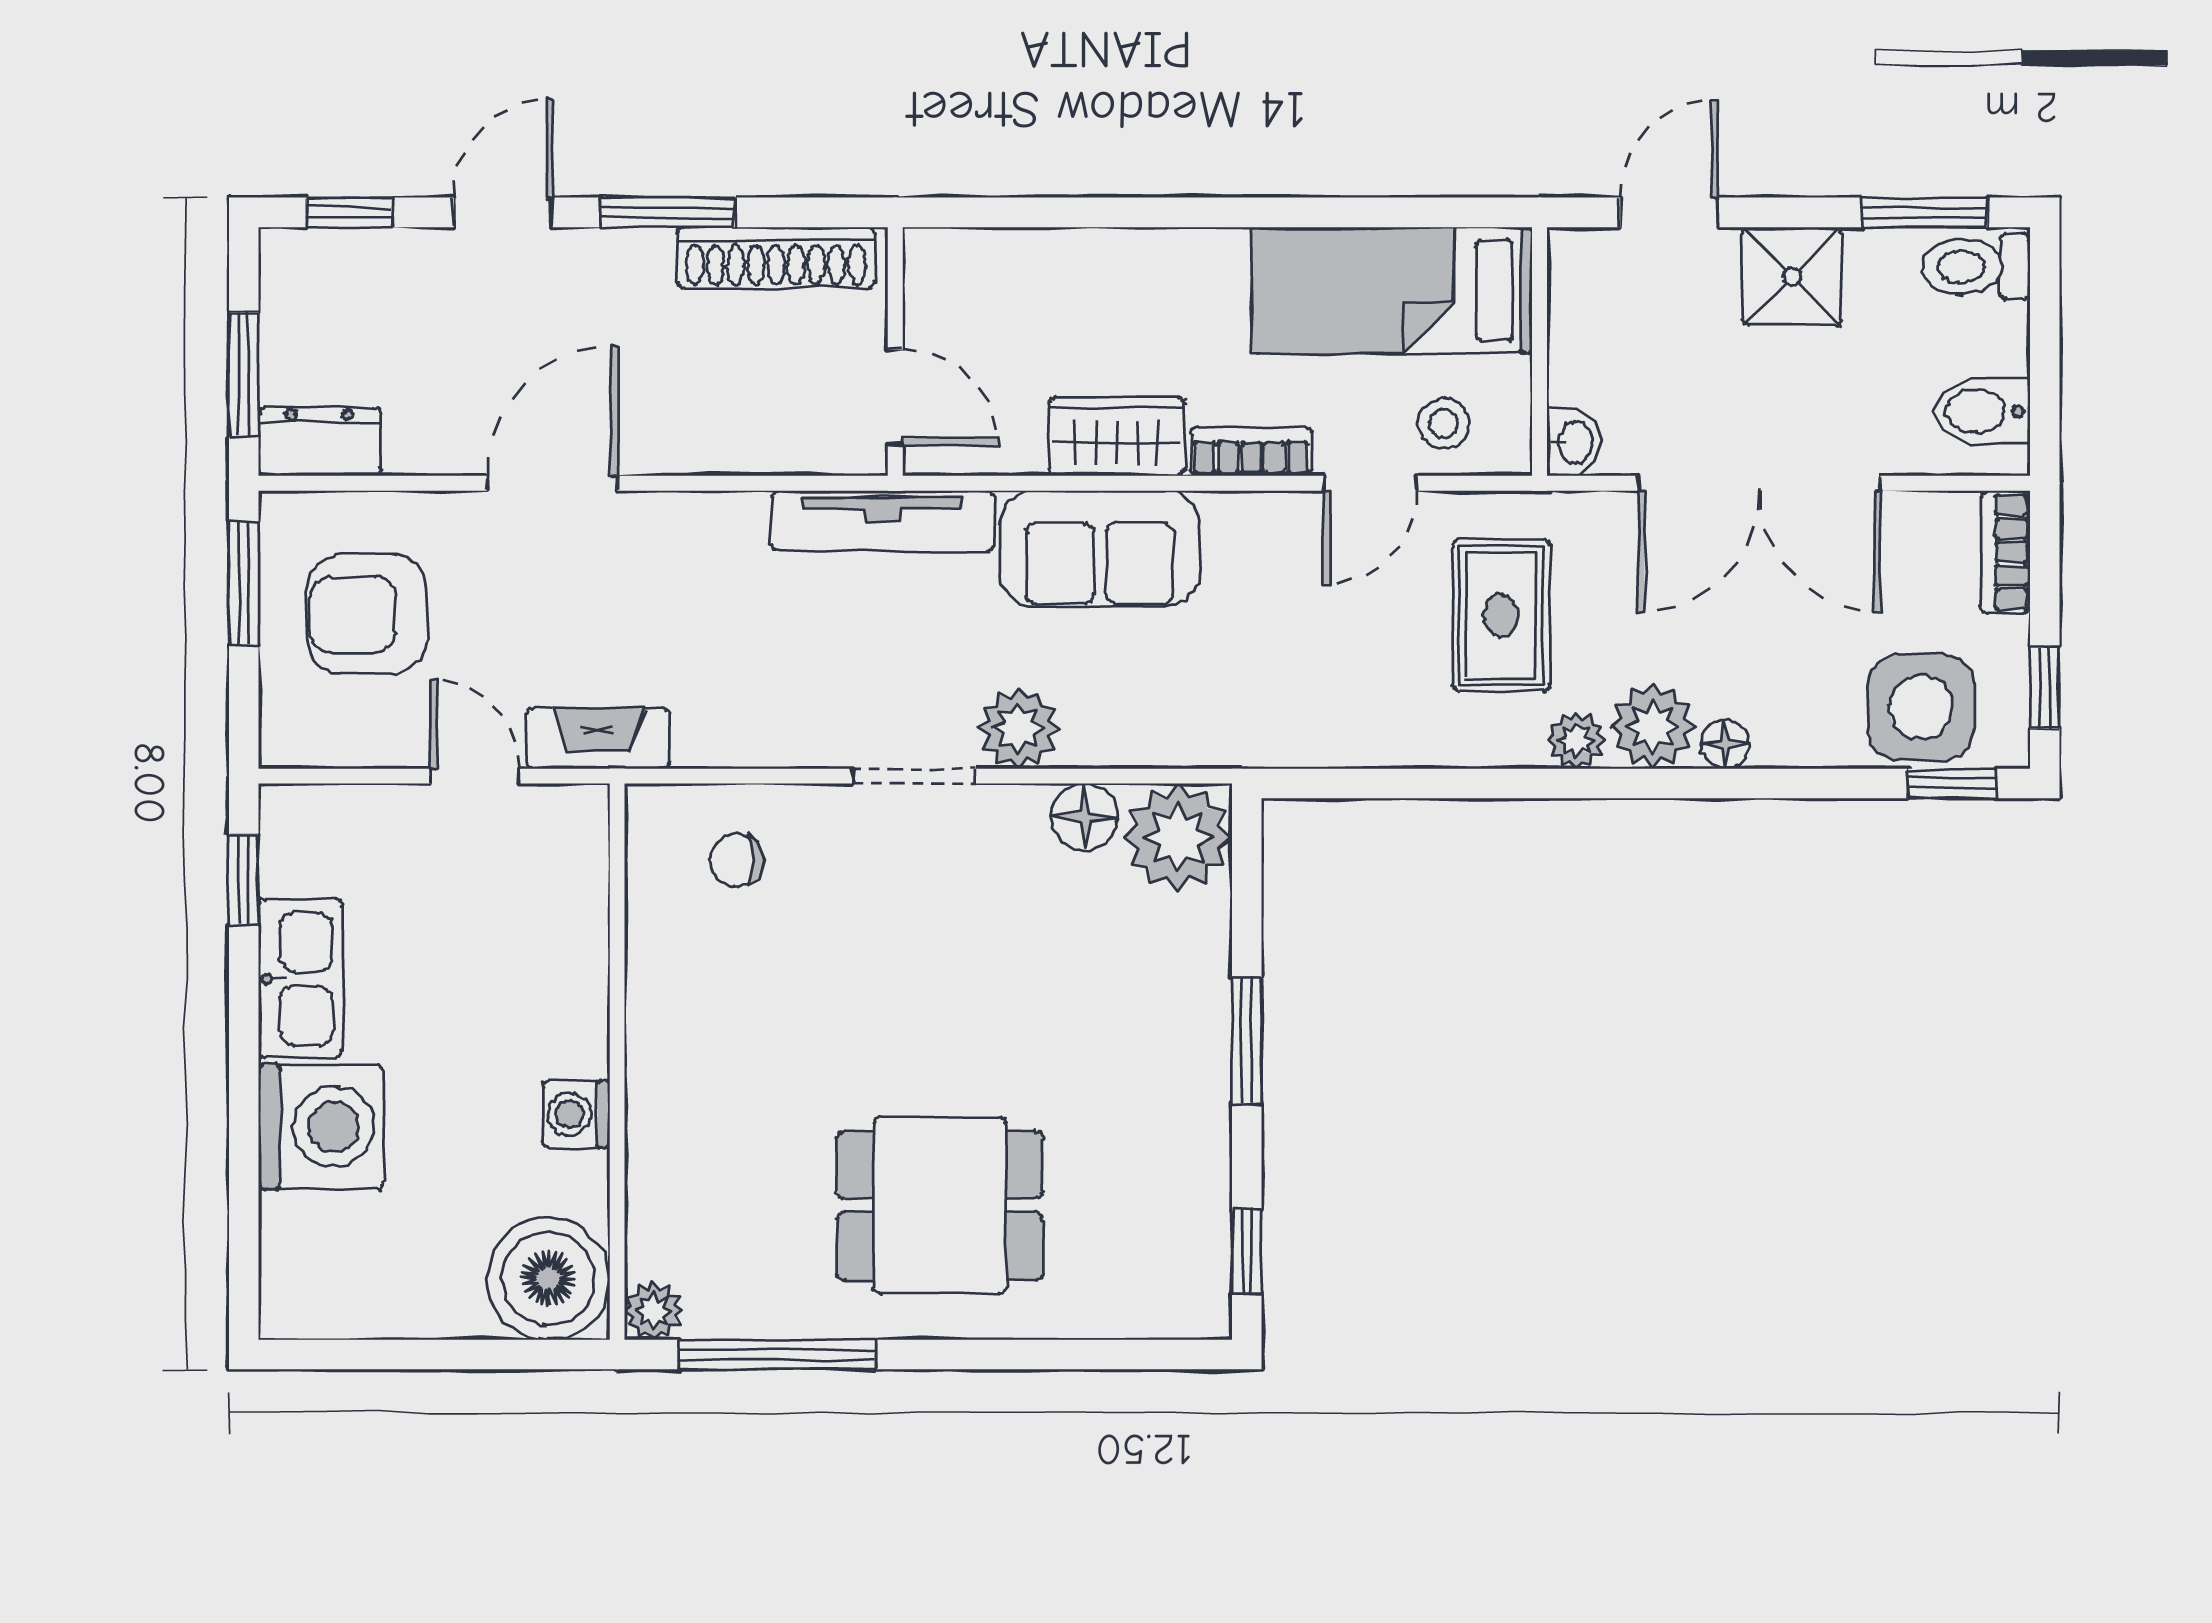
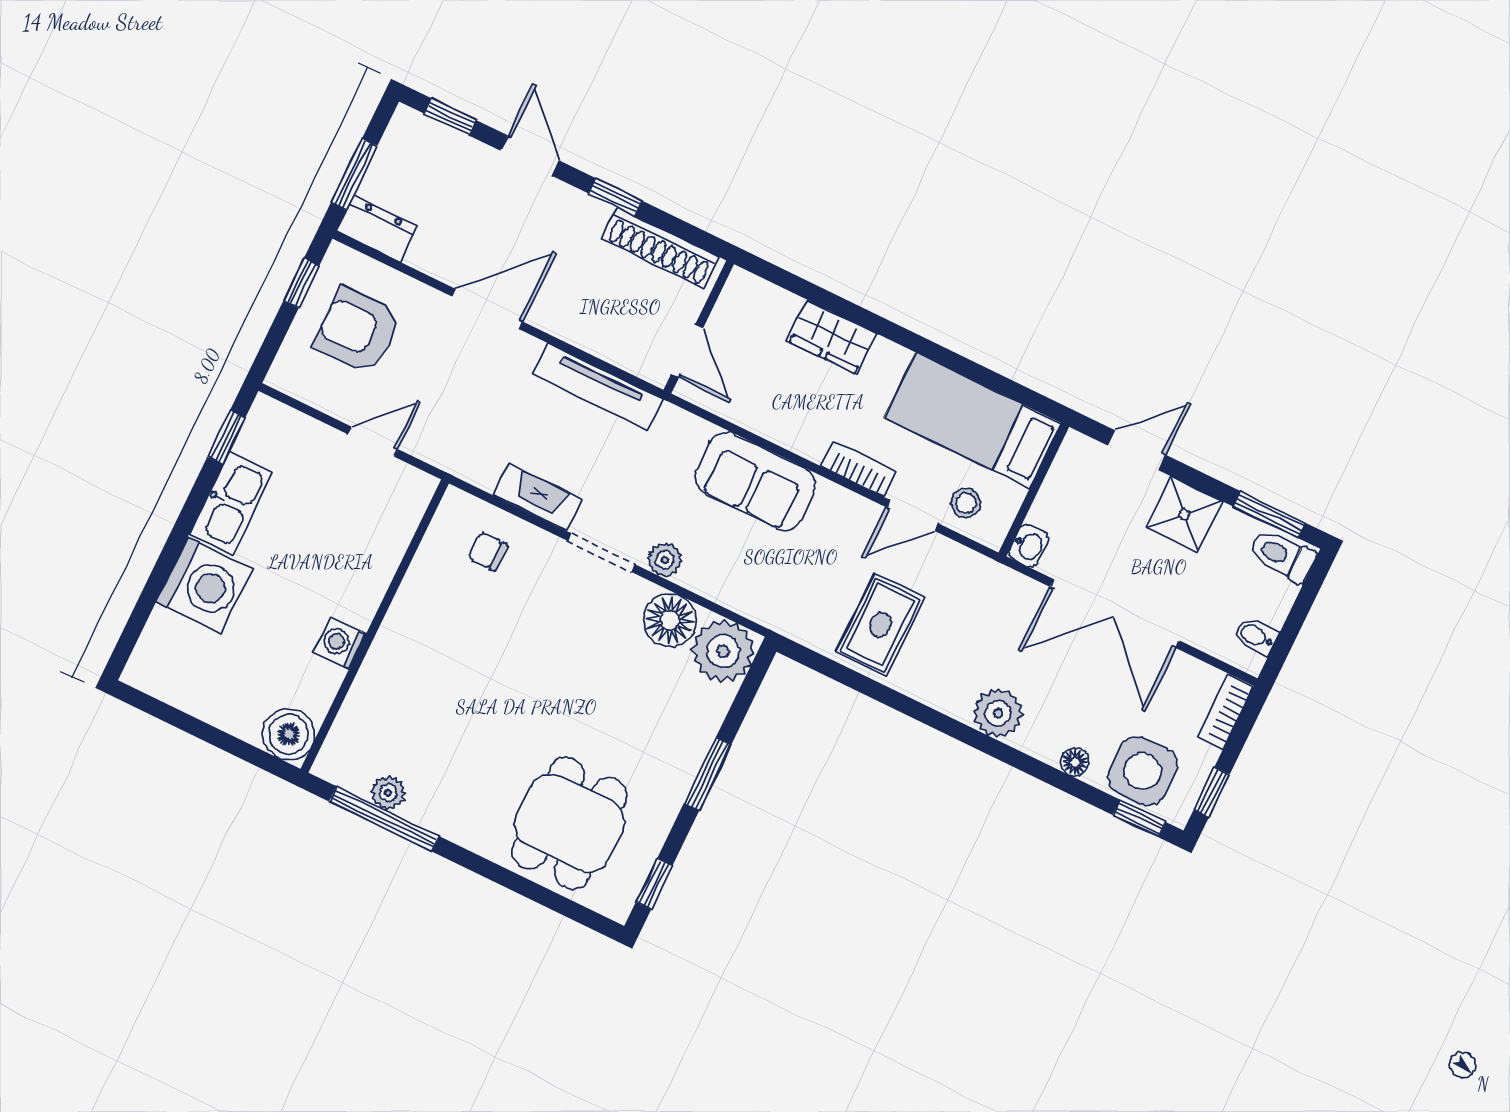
door: (503, 212) -> (530, 156), hinge flipped
window: (667, 212) -> (615, 197), width x0.67
bidet: (1982, 411) -> (1256, 636), width x0.72, depth x0.74
wardrobe: (1117, 436) -> (832, 337), moved, turned 180
tv unit: (883, 521) -> (598, 387), moved
window: (244, 583) -> (301, 283), width x0.67
rug: (1501, 615) -> (881, 625), moved
plant: (1018, 728) -> (665, 560), width x0.73, depth x0.73
fireplace: (598, 738) -> (538, 497), moved
plant: (1576, 740) -> (955, 701), removed
floor lamp: (1725, 744) -> (1075, 762), moved
door: (475, 776) -> (373, 442), hinge flipped
floor lamp: (1085, 817) -> (670, 620), width x1.38, depth x1.38
dining table: (940, 1205) -> (569, 823), moved, turned 90
boiler: (548, 1279) -> (289, 734), width x0.73, depth x0.73
plant: (653, 1311) -> (388, 793), moved

